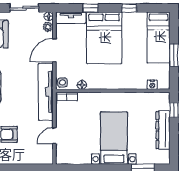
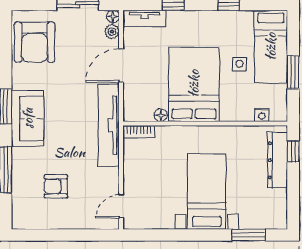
bed: (104, 38) -> (194, 84), moved, turned 180
side table: (62, 82) -> (239, 64), moved
dresser: (163, 130) -> (278, 160), moved
door: (54, 136) -> (121, 206), moved

